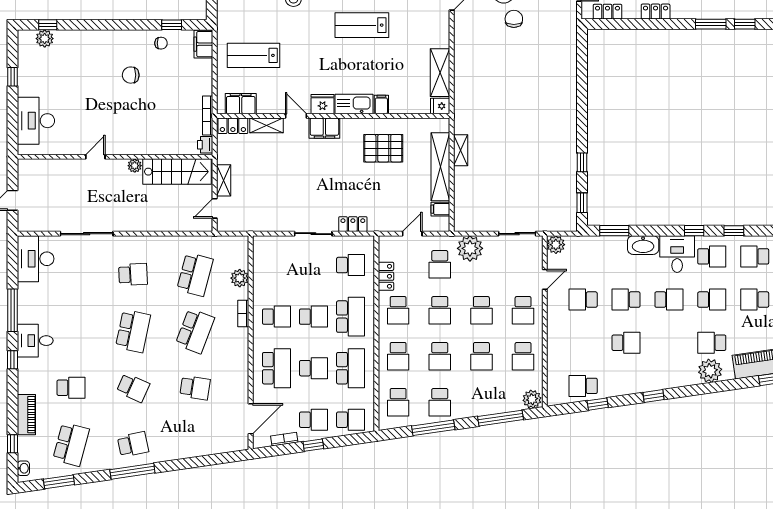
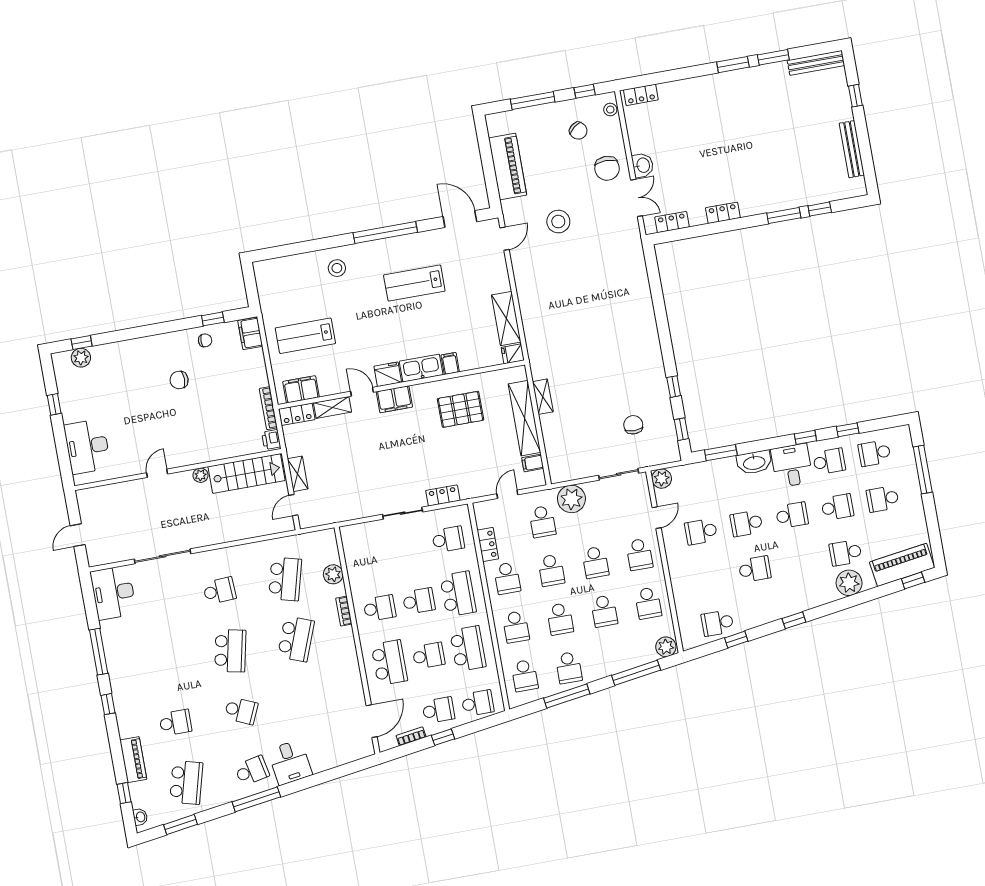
chair: (514, 19) -> (633, 425), moved
desk: (35, 341) -> (290, 762), moved, turned -98
school desk: (195, 388) -> (307, 699), removed

